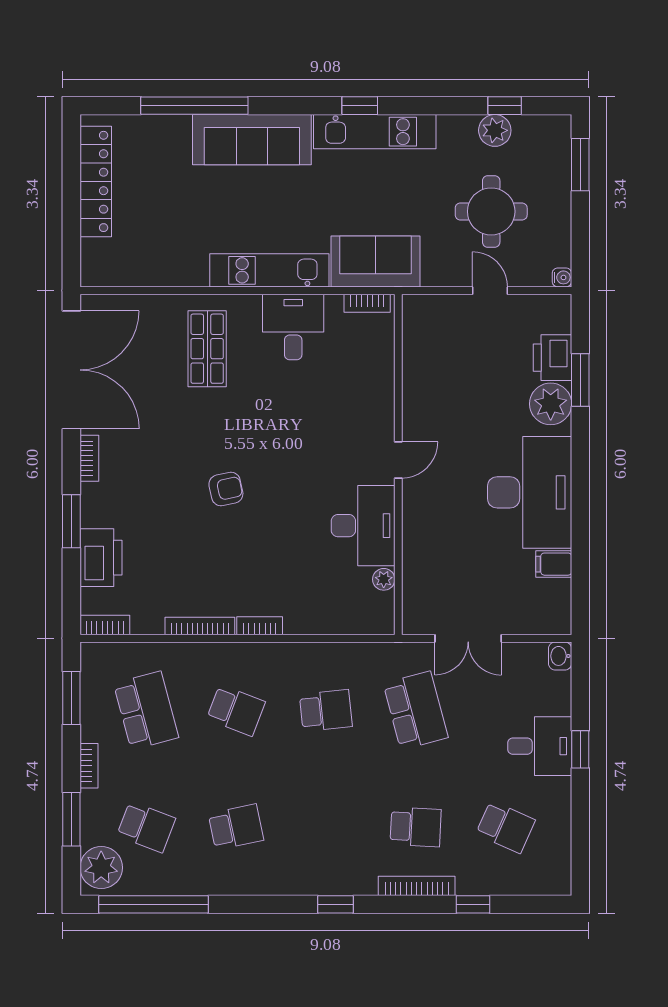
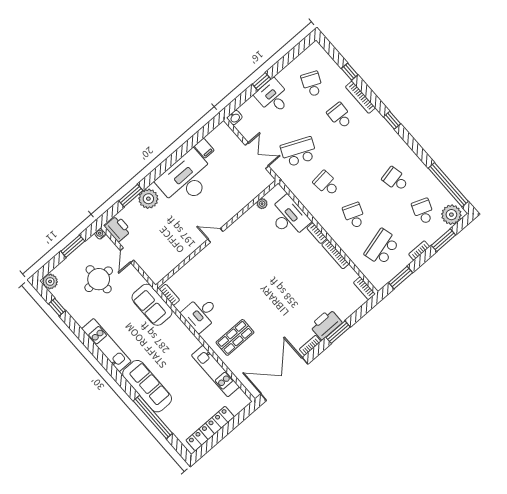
window: (360, 106) -> (102, 358), removed
plant: (495, 130) -> (50, 281), moved
window: (580, 165) -> (73, 246), moved
kitchen unit: (269, 270) -> (215, 371), moved
printer: (553, 358) -> (118, 229), moved, turned -90
armchair: (226, 489) -> (279, 287), removed
desk: (363, 526) -> (289, 217), moved, turned 90
printer: (101, 558) -> (326, 324), moved
school desk: (416, 710) -> (299, 152), turned 39

